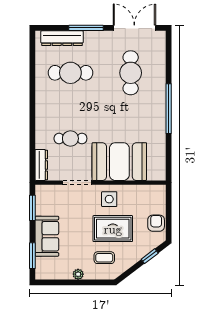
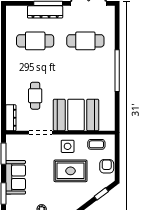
dresser: (62, 38) -> (45, 12), moved
cafe table: (131, 73) -> (85, 41), turned 90
cafe table: (70, 138) -> (35, 96), turned 90
coffee table: (104, 258) -> (96, 144), moved

